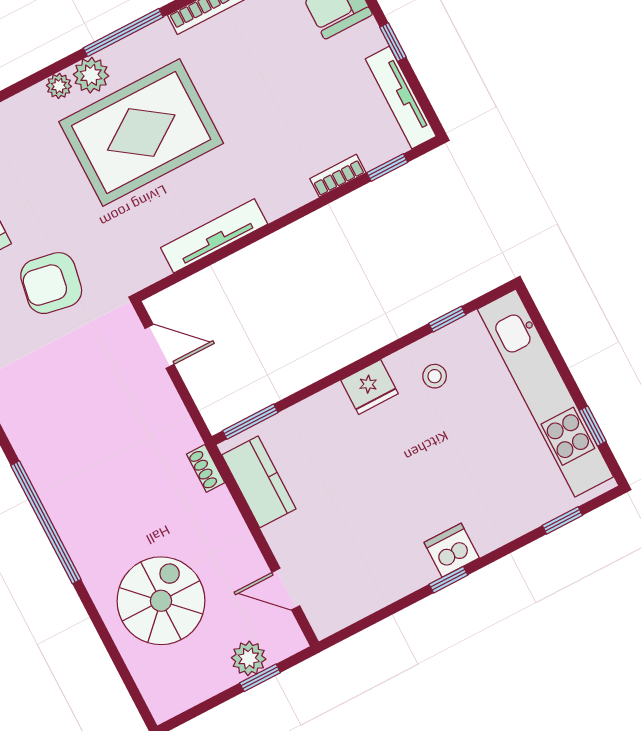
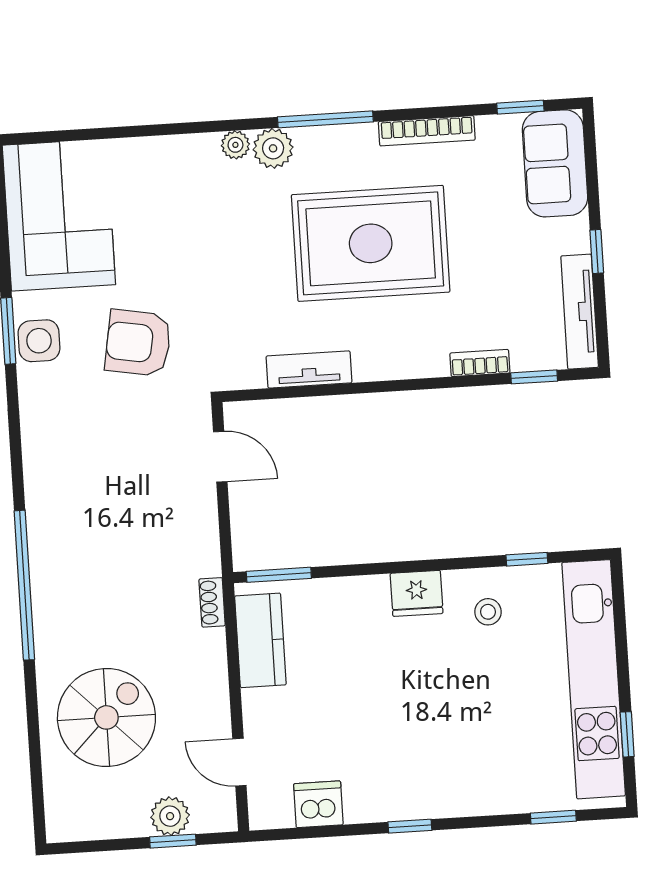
rug: (141, 132) -> (371, 243), moved
tv unit: (214, 236) -> (309, 369), width x0.71
dishwasher: (452, 550) -> (318, 804), moved

